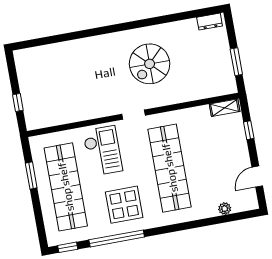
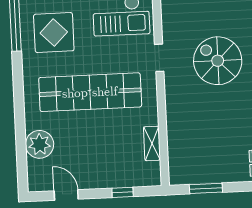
spiral stairs: (150, 64) -> (218, 61), moved
shelving: (225, 108) -> (152, 143), moved
plant: (225, 209) -> (40, 144), width x1.87, depth x1.87

